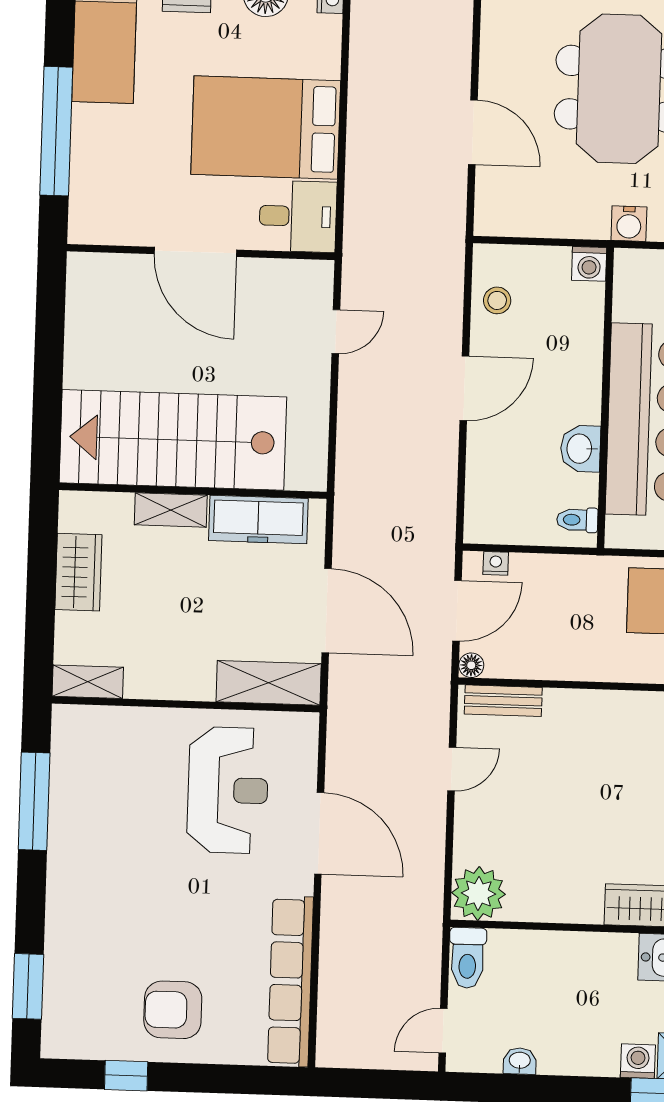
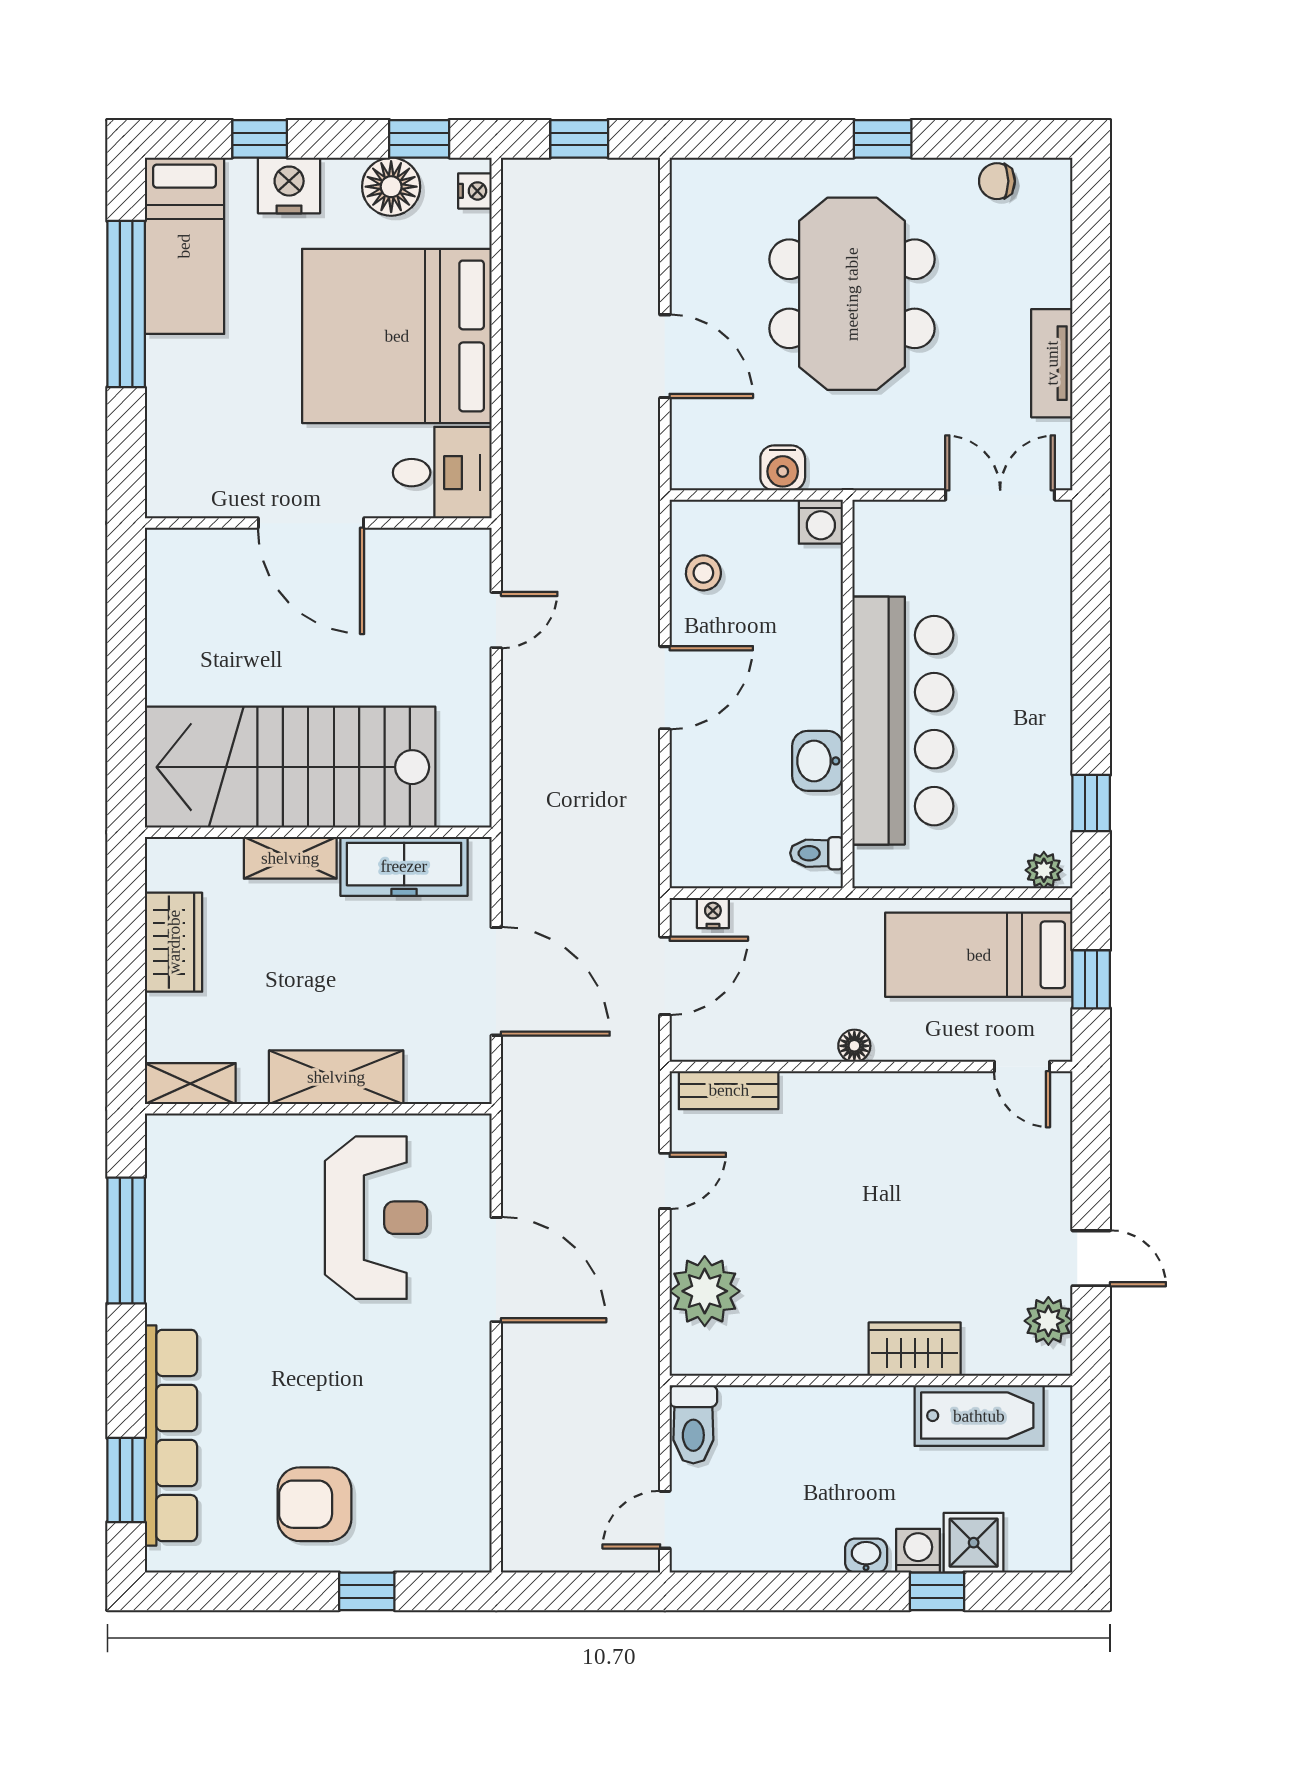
bed: (266, 128) -> (397, 336), width x1.36
window: (56, 131) -> (126, 304), moved
water cooler: (629, 224) -> (783, 468), moved
floor lamp: (471, 665) -> (854, 1046), moved
shelving: (269, 683) -> (336, 1077), moved
plant: (478, 893) -> (705, 1291), moved
row of seats: (290, 981) -> (171, 1435), moved, turned 180
washbasin: (520, 1061) -> (866, 1556), moved
window: (126, 1076) -> (367, 1591), moved

